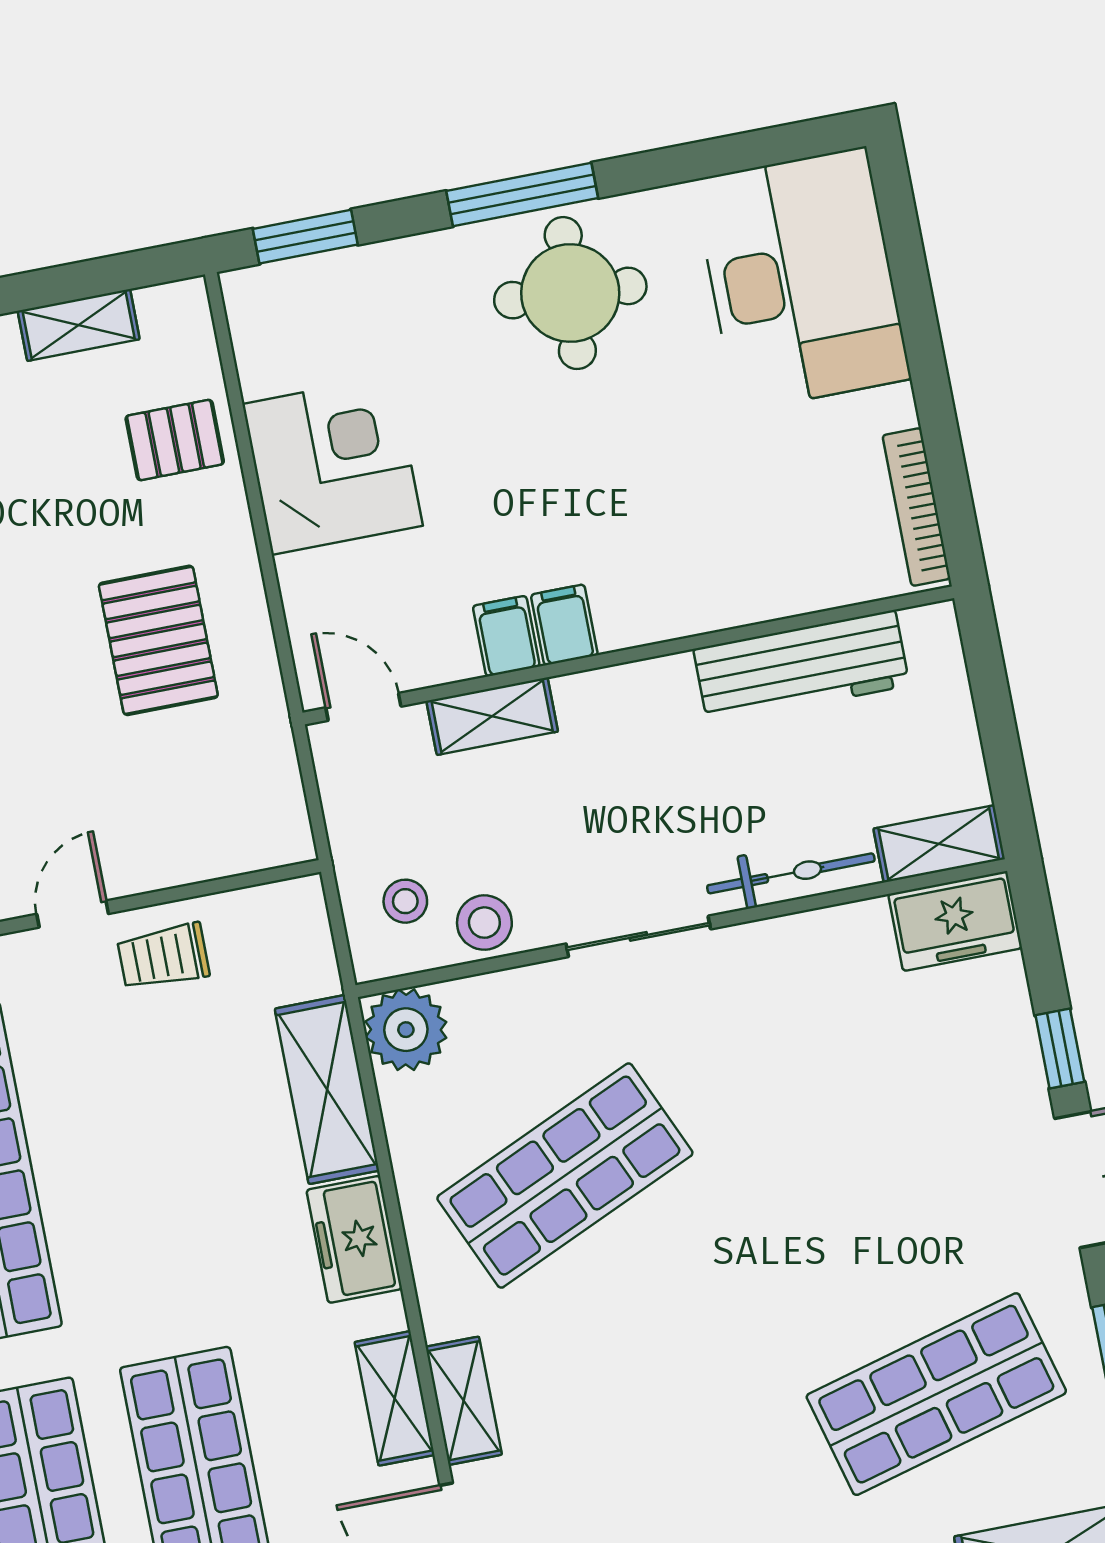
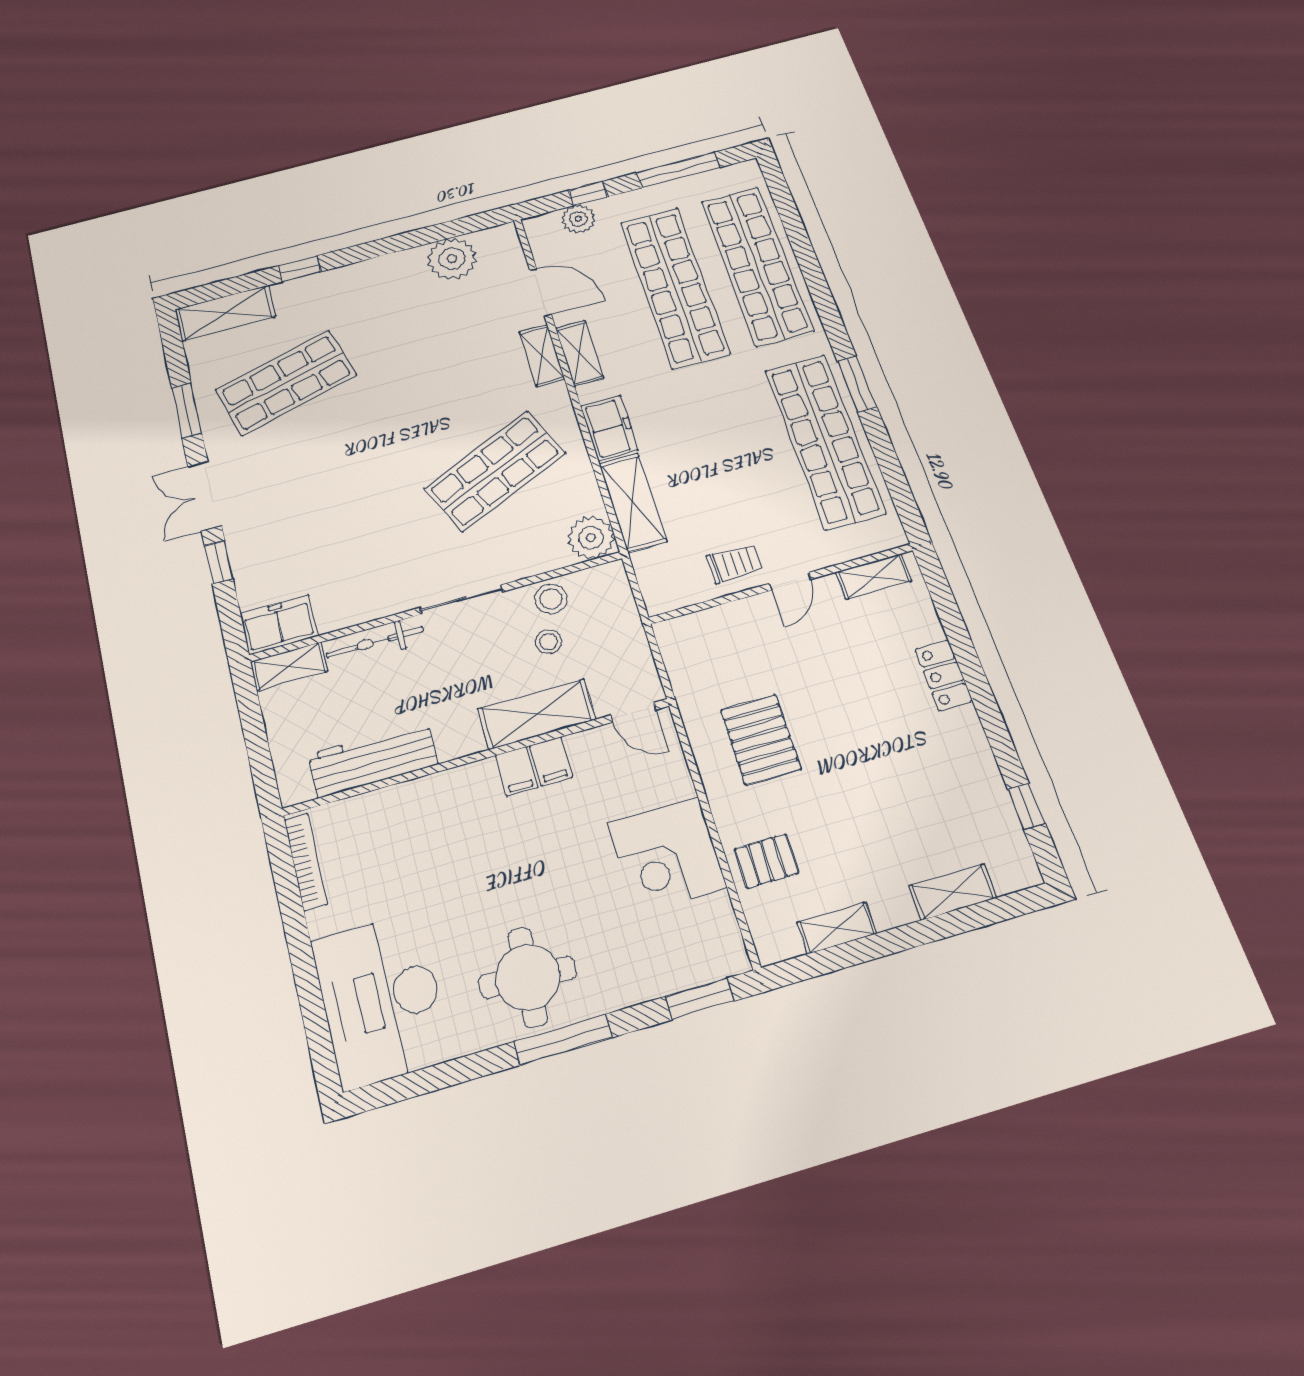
shelving: (492, 716) -> (537, 714), width x1.50, depth x1.33
stool: (405, 901) -> (549, 642), moved

